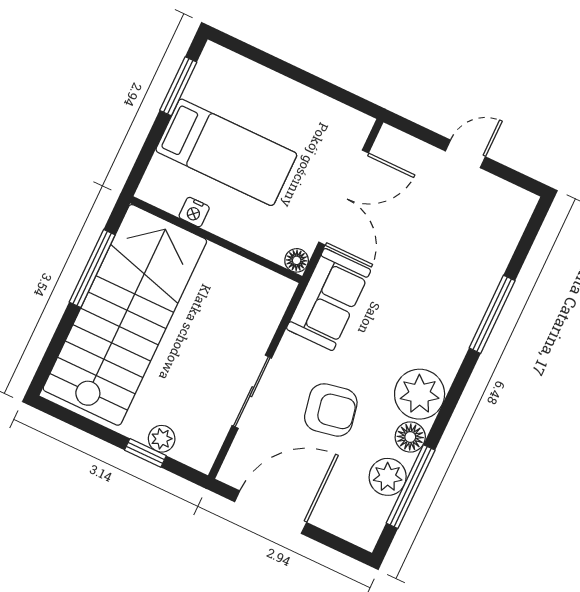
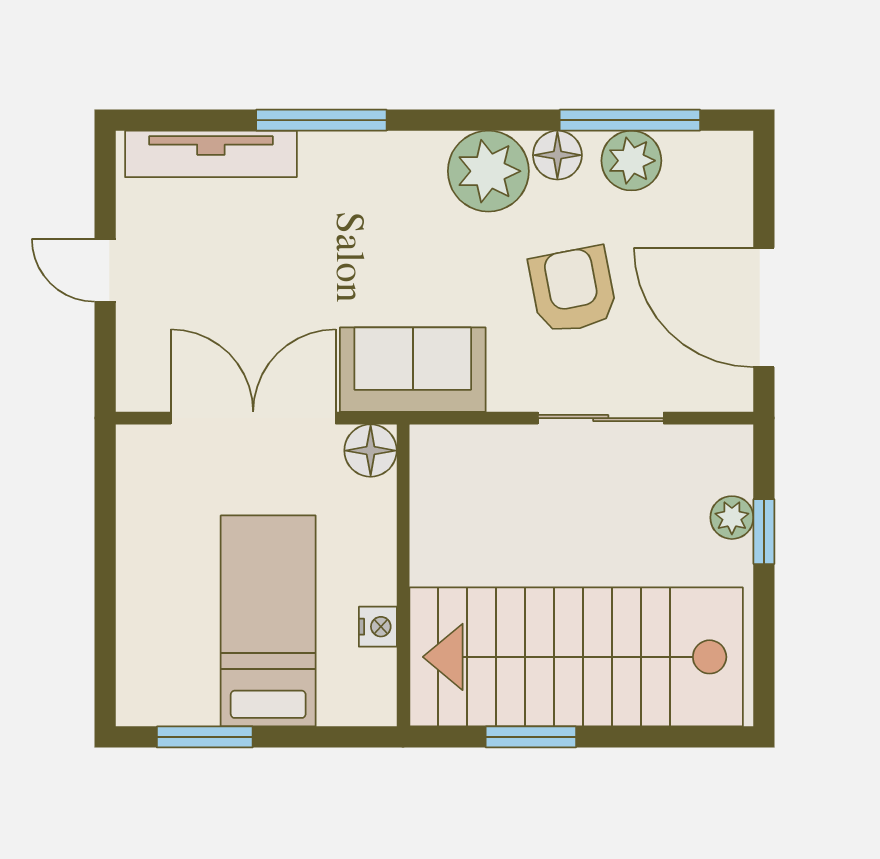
tv unit: (502, 244) -> (211, 154), added
floor lamp: (297, 260) -> (371, 451), width x1.37, depth x1.37
window: (92, 268) -> (531, 737), width x0.69

